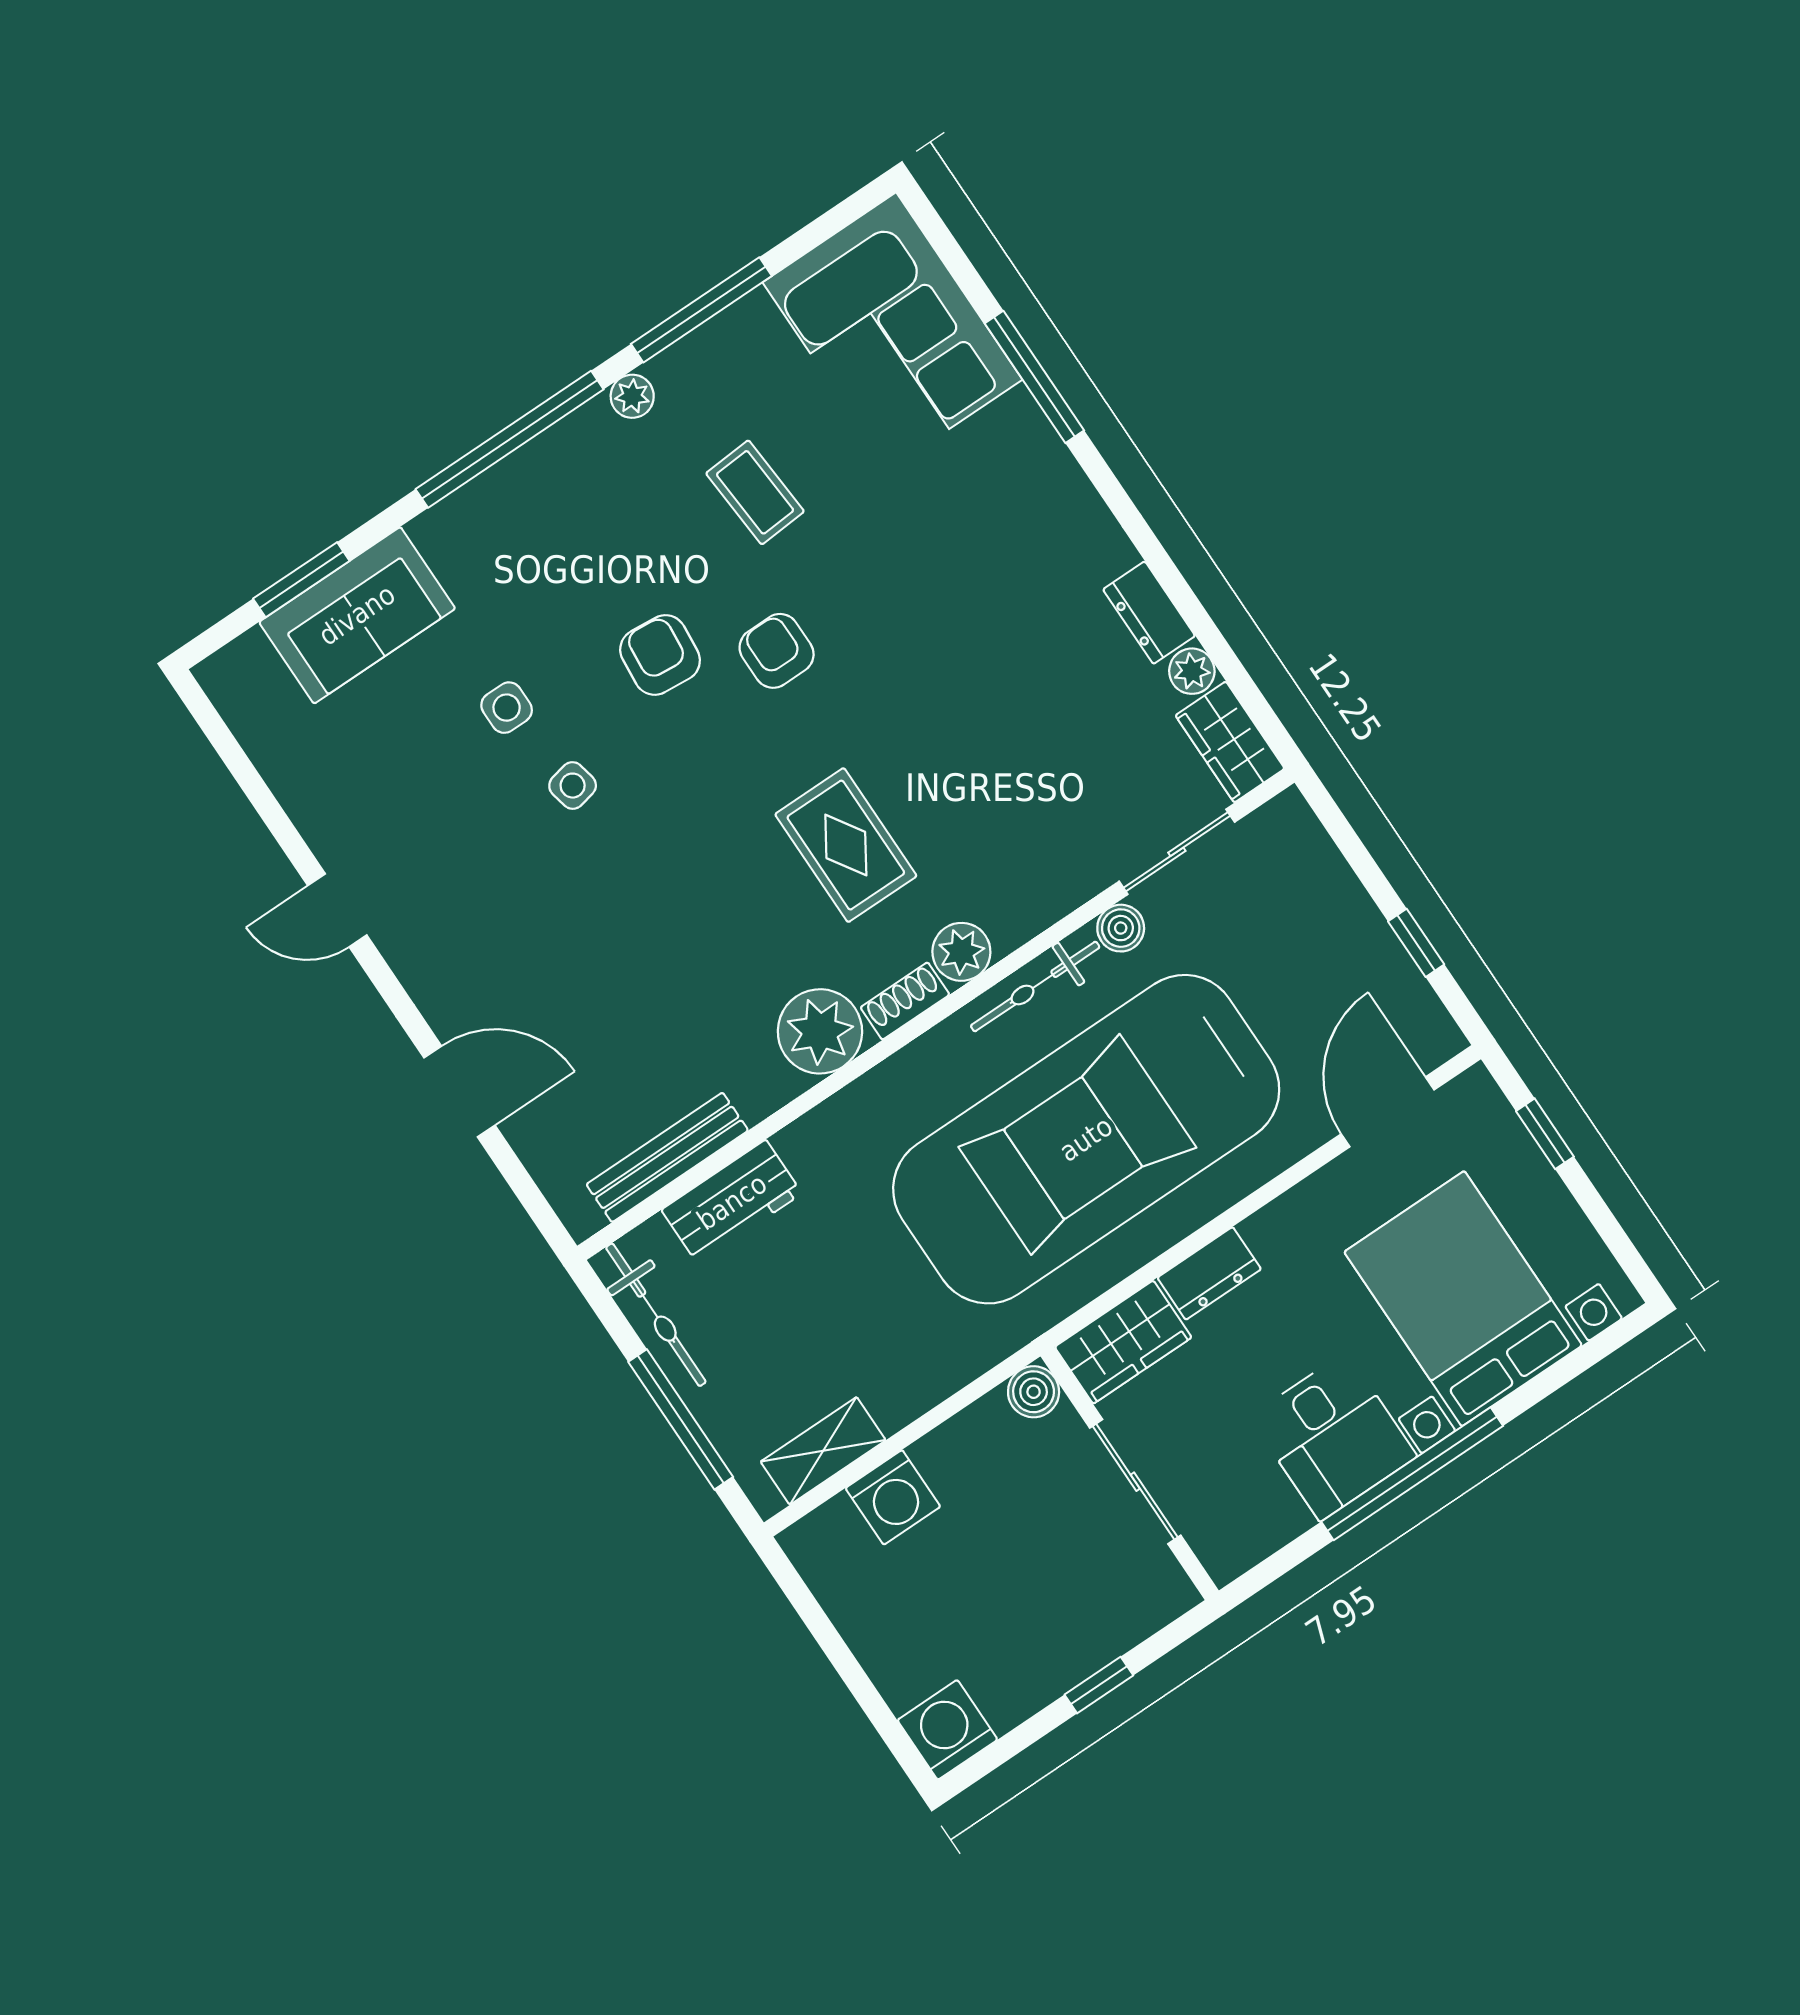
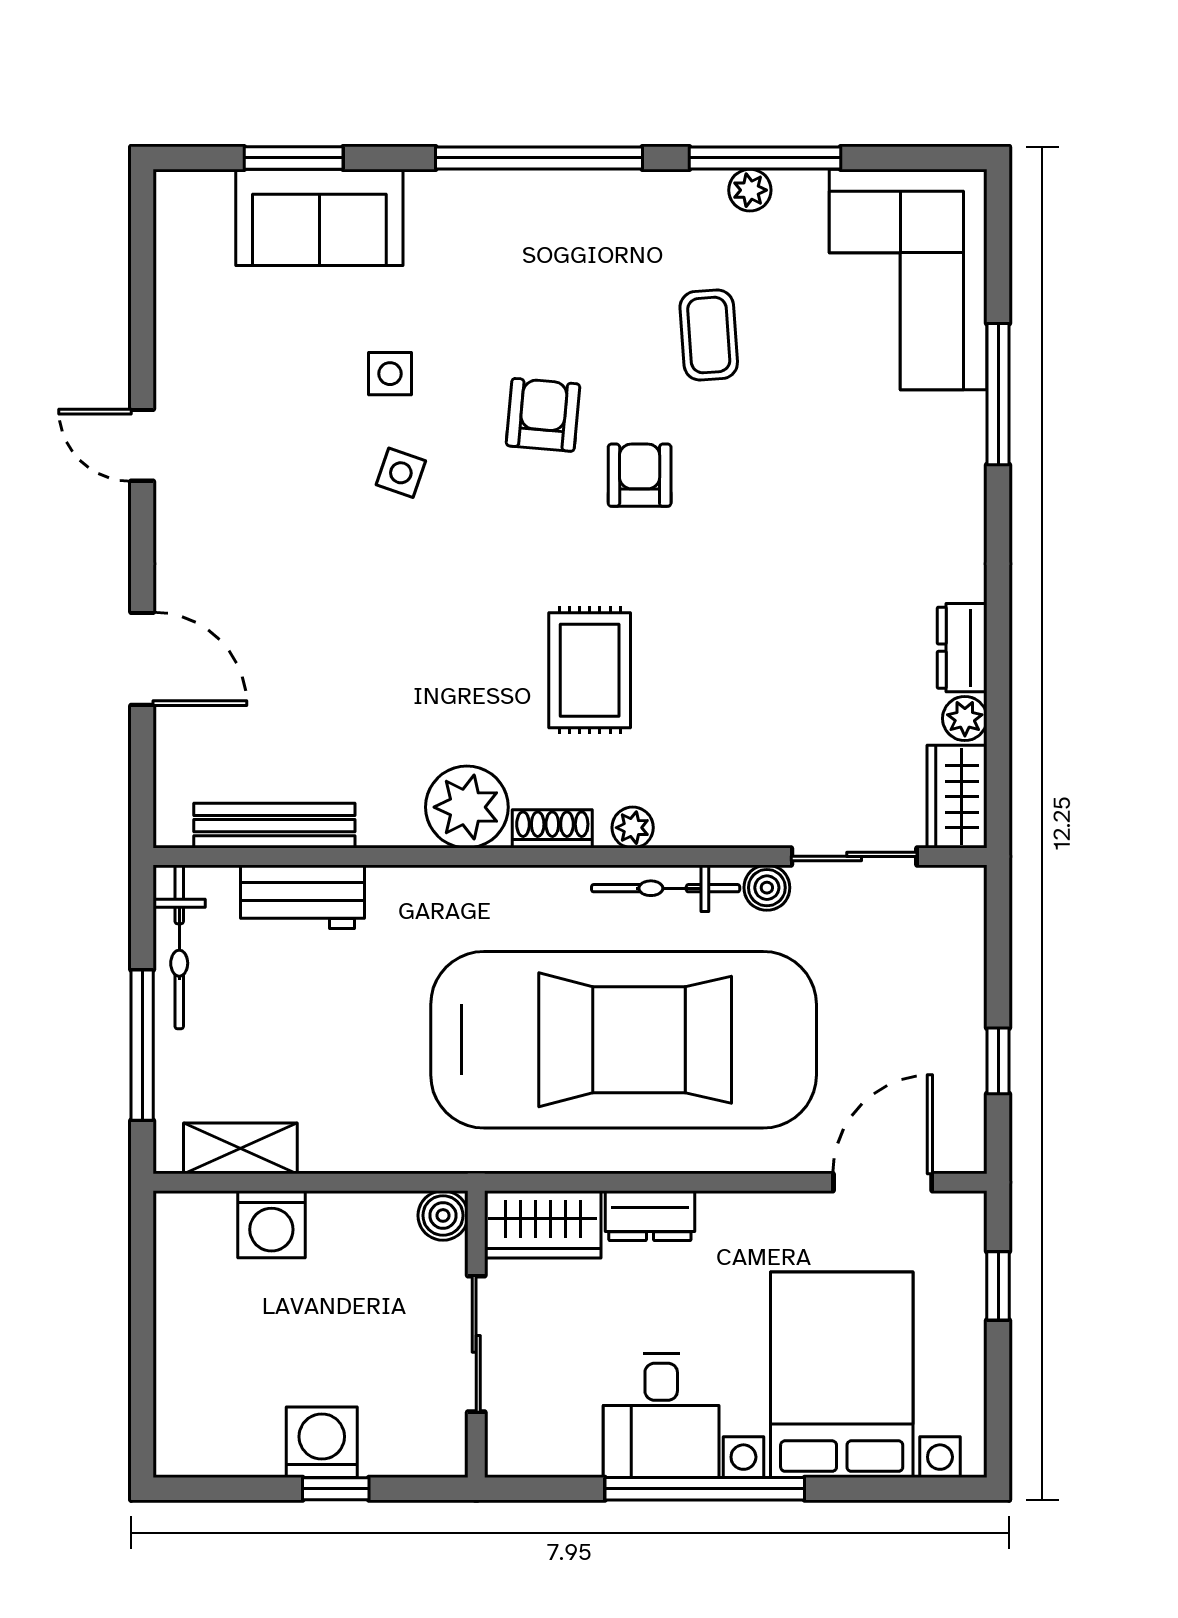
plant: (632, 396) -> (750, 190), moved
side table: (573, 786) -> (401, 473), turned 31
plant: (961, 952) -> (633, 828), width x0.73, depth x0.73
car: (1086, 1139) -> (624, 1040), turned 180
washing machine: (947, 1730) -> (322, 1442), moved

